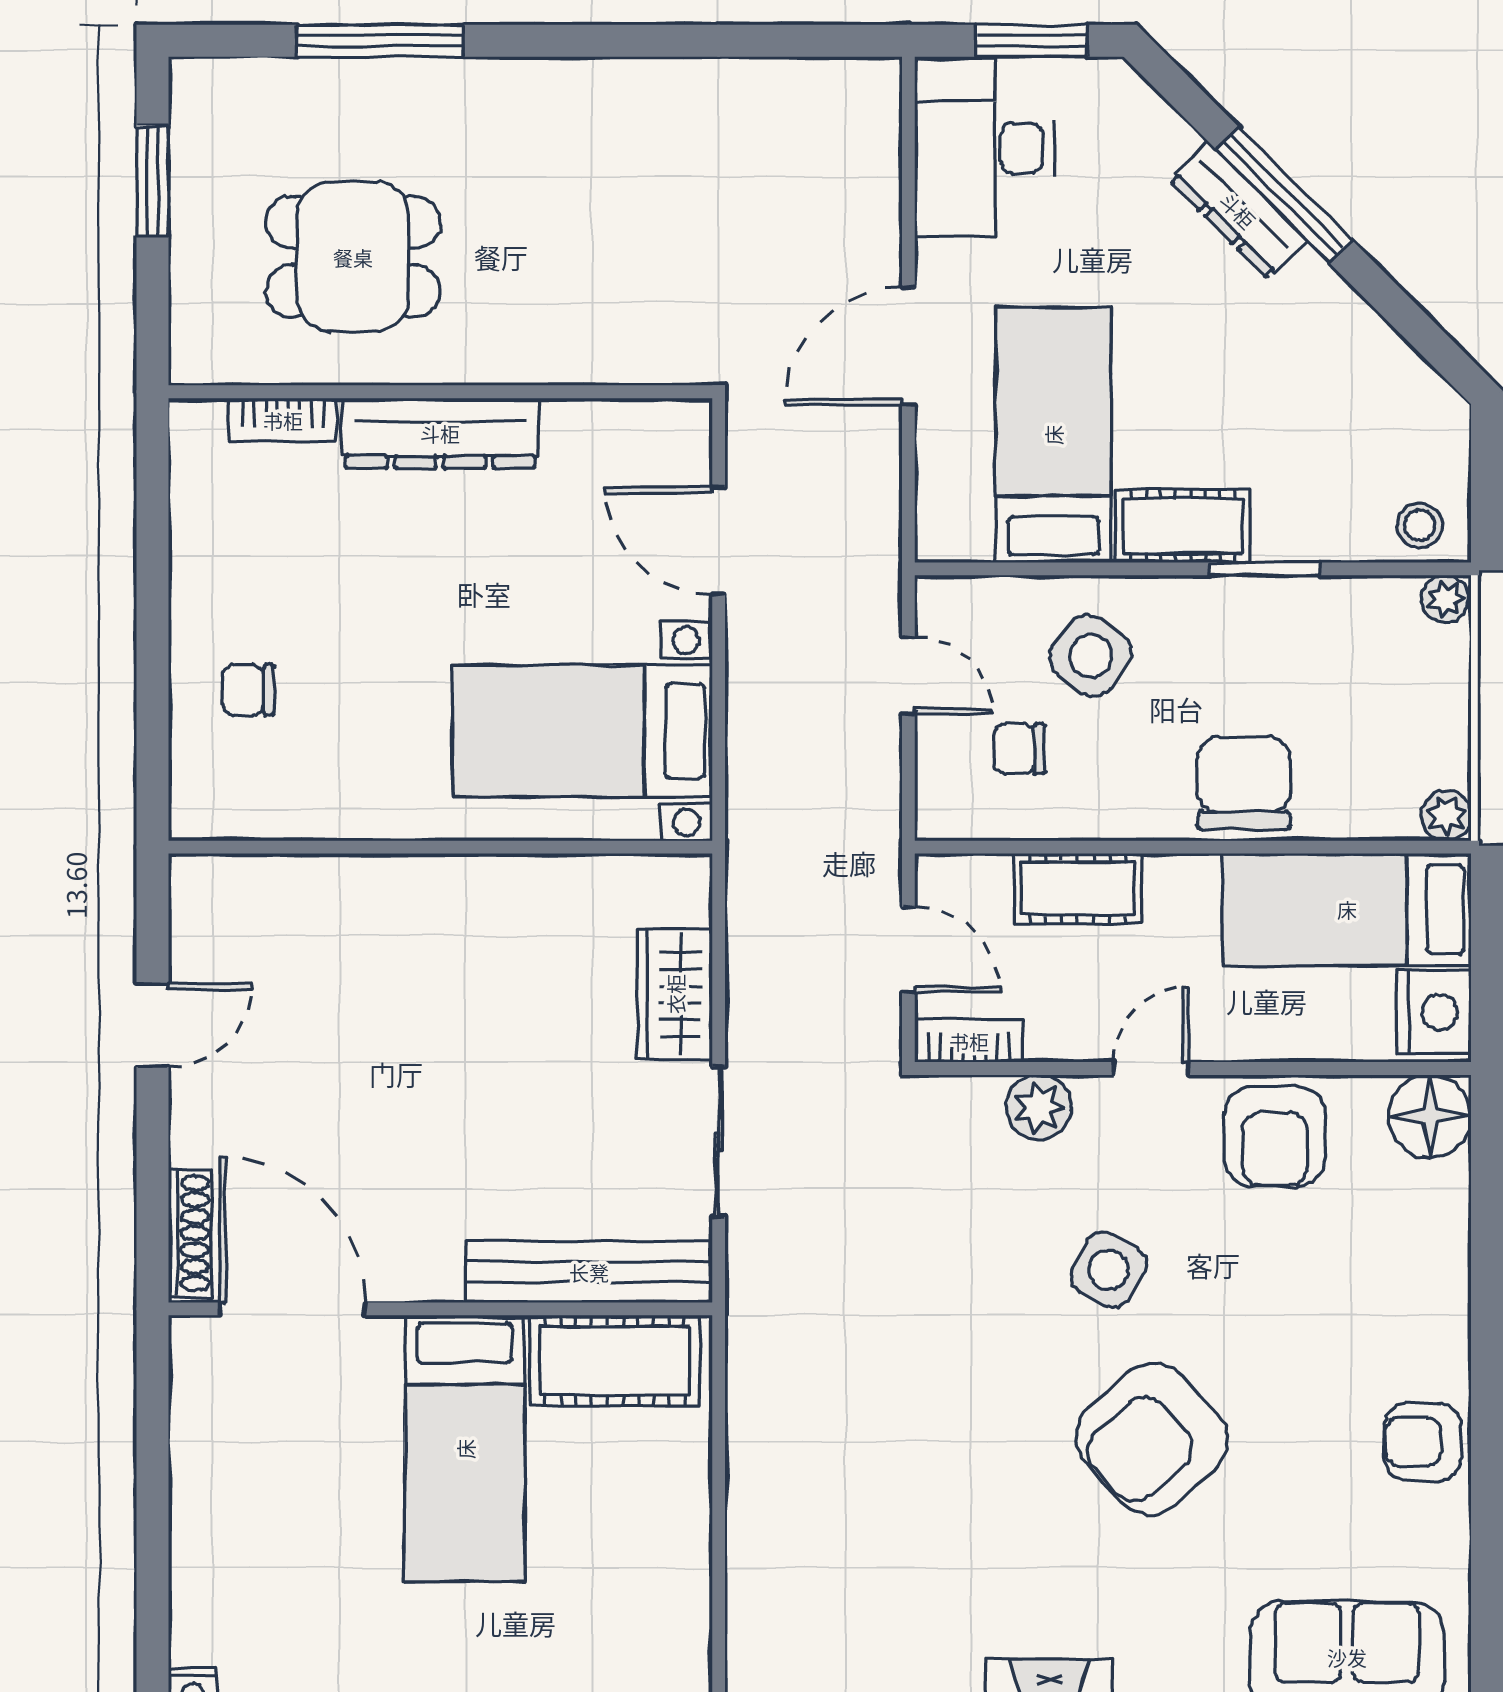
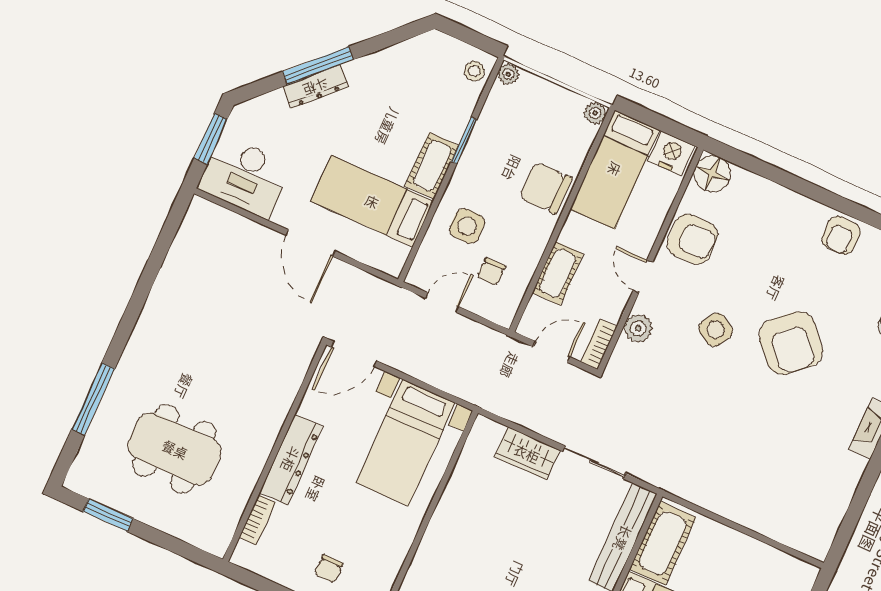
dining table: (353, 257) -> (175, 449), width x1.38
wall: (440, 392) -> (275, 452), moved
bookcase: (283, 420) -> (257, 520), moved
dresser: (440, 433) -> (291, 459), moved
side table: (1091, 656) -> (467, 226), turned -36

